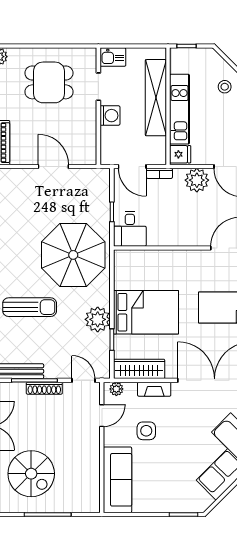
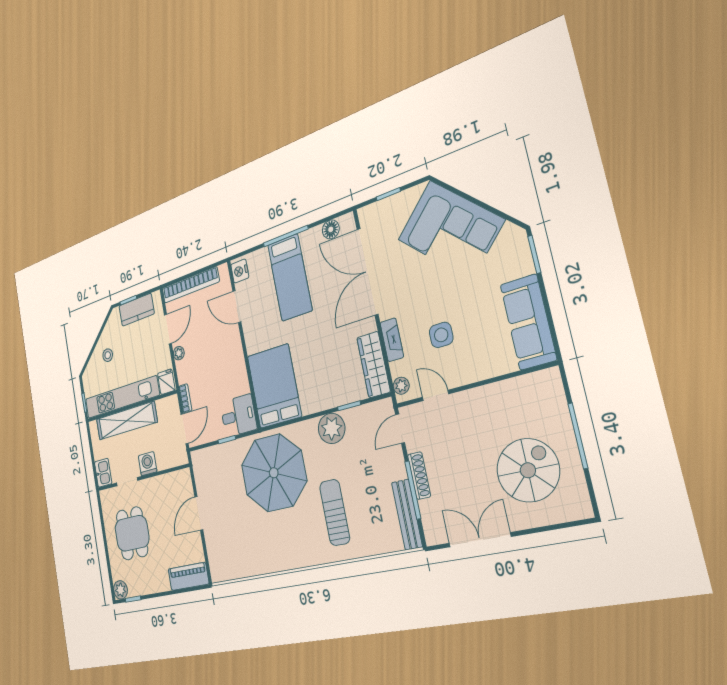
kitchen unit: (180, 109) -> (122, 397), width x1.36
plant: (197, 180) -> (179, 353), width x0.53, depth x0.53
bed: (146, 312) -> (274, 386), moved
sofa: (117, 480) -> (528, 322), moved, turned -90

